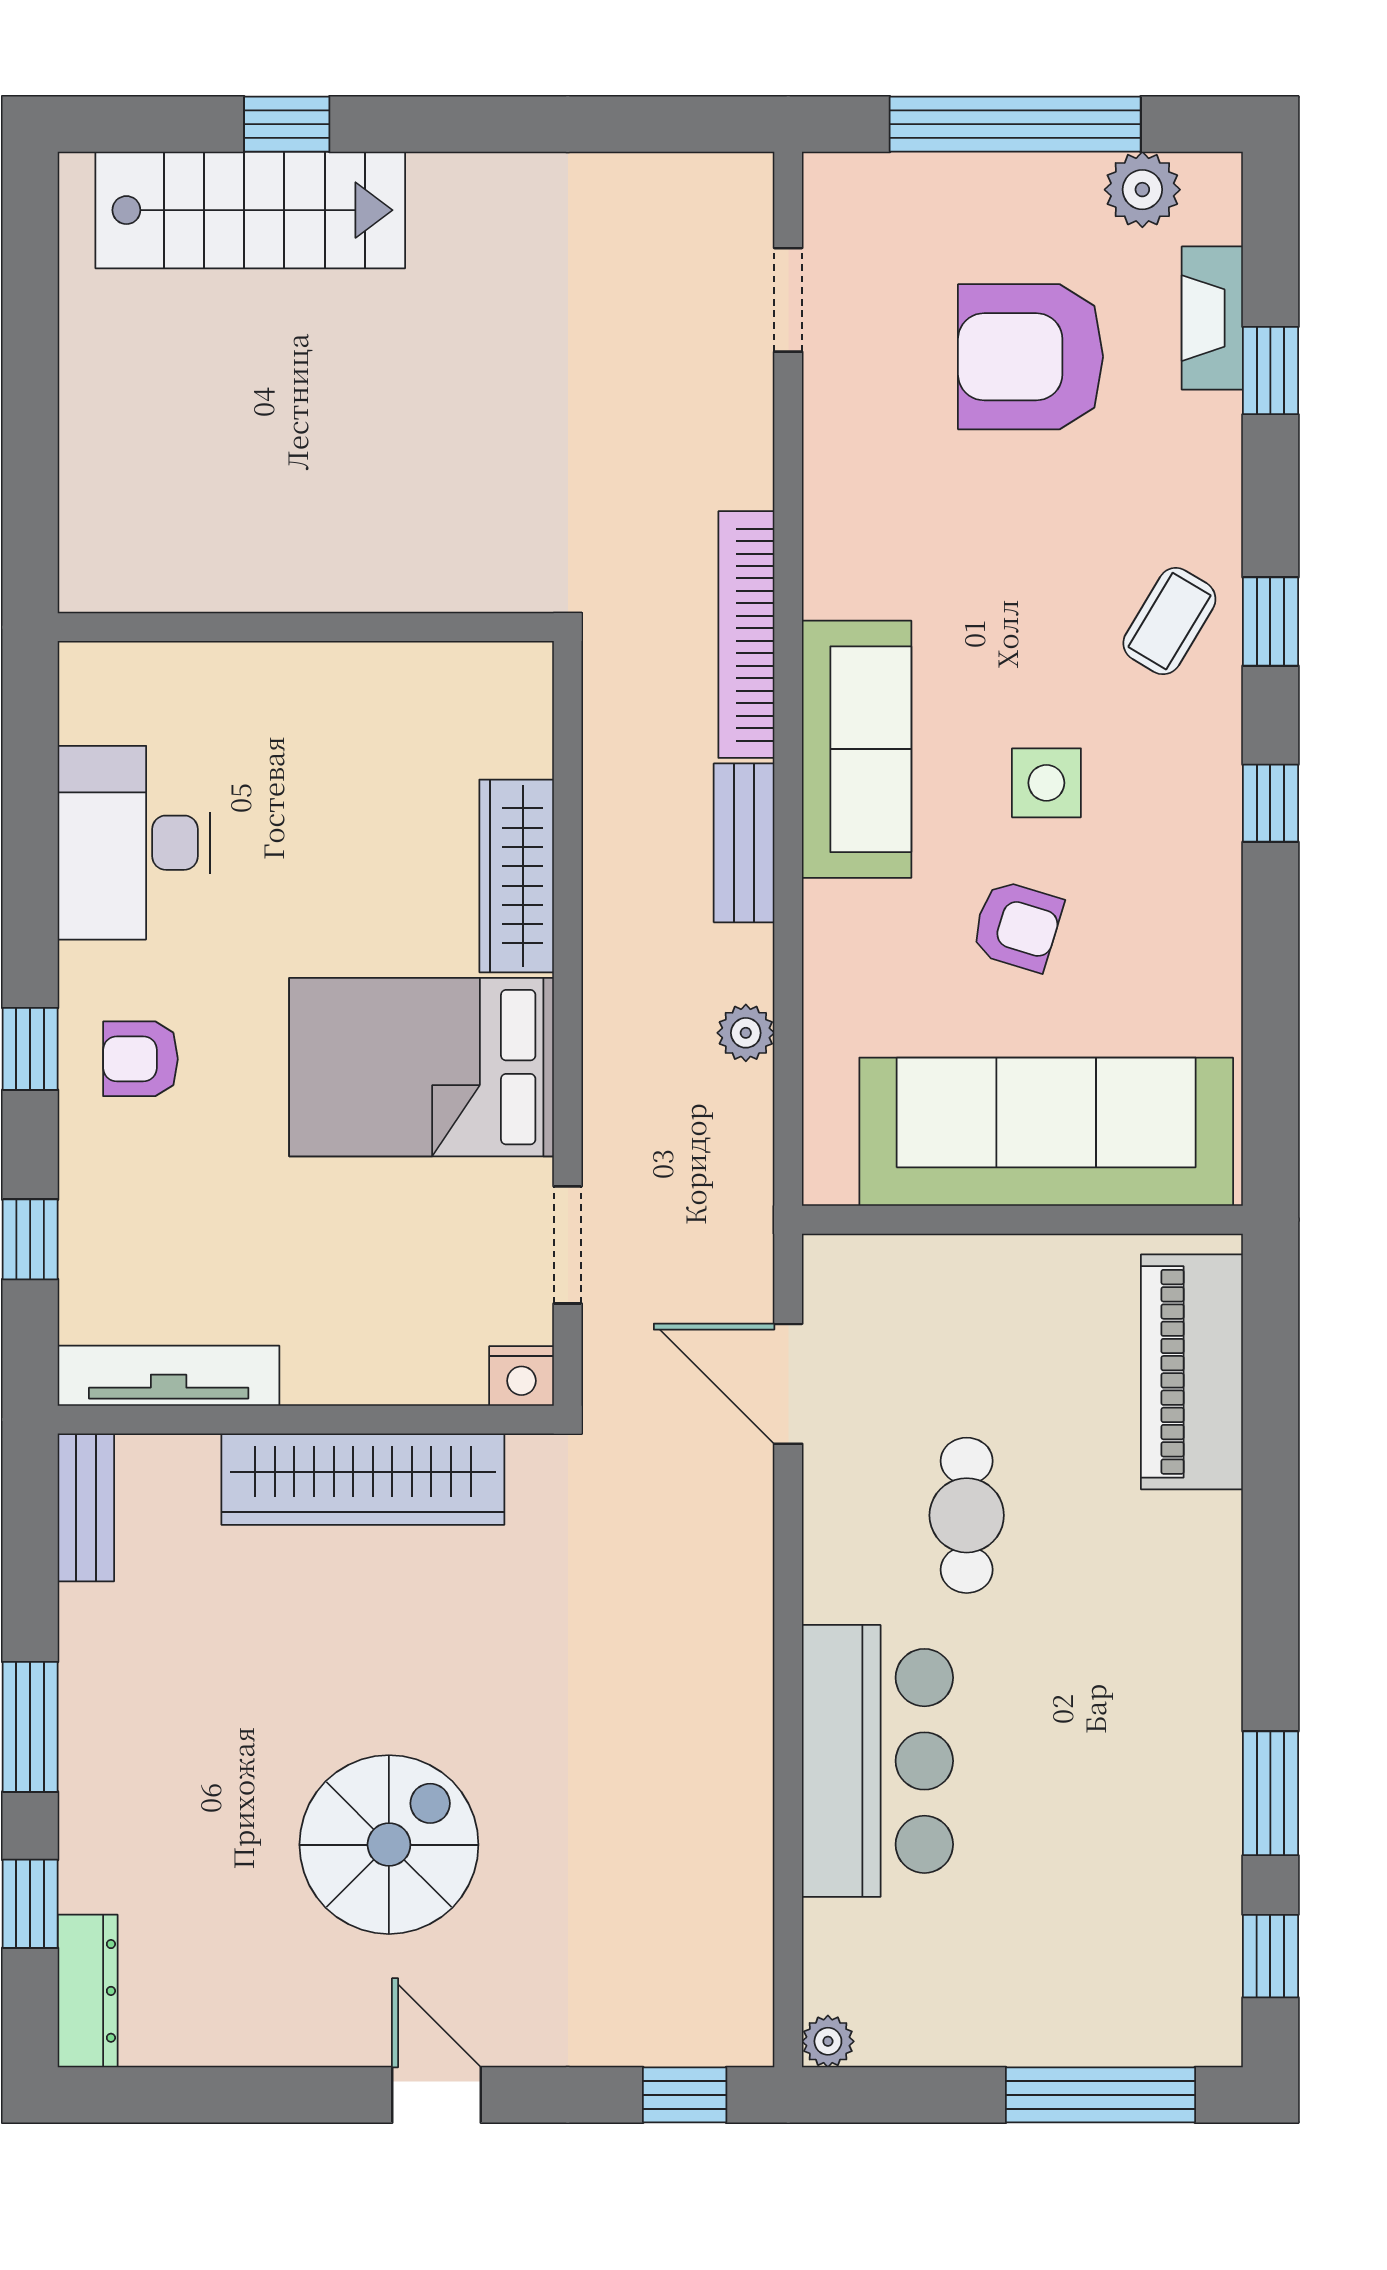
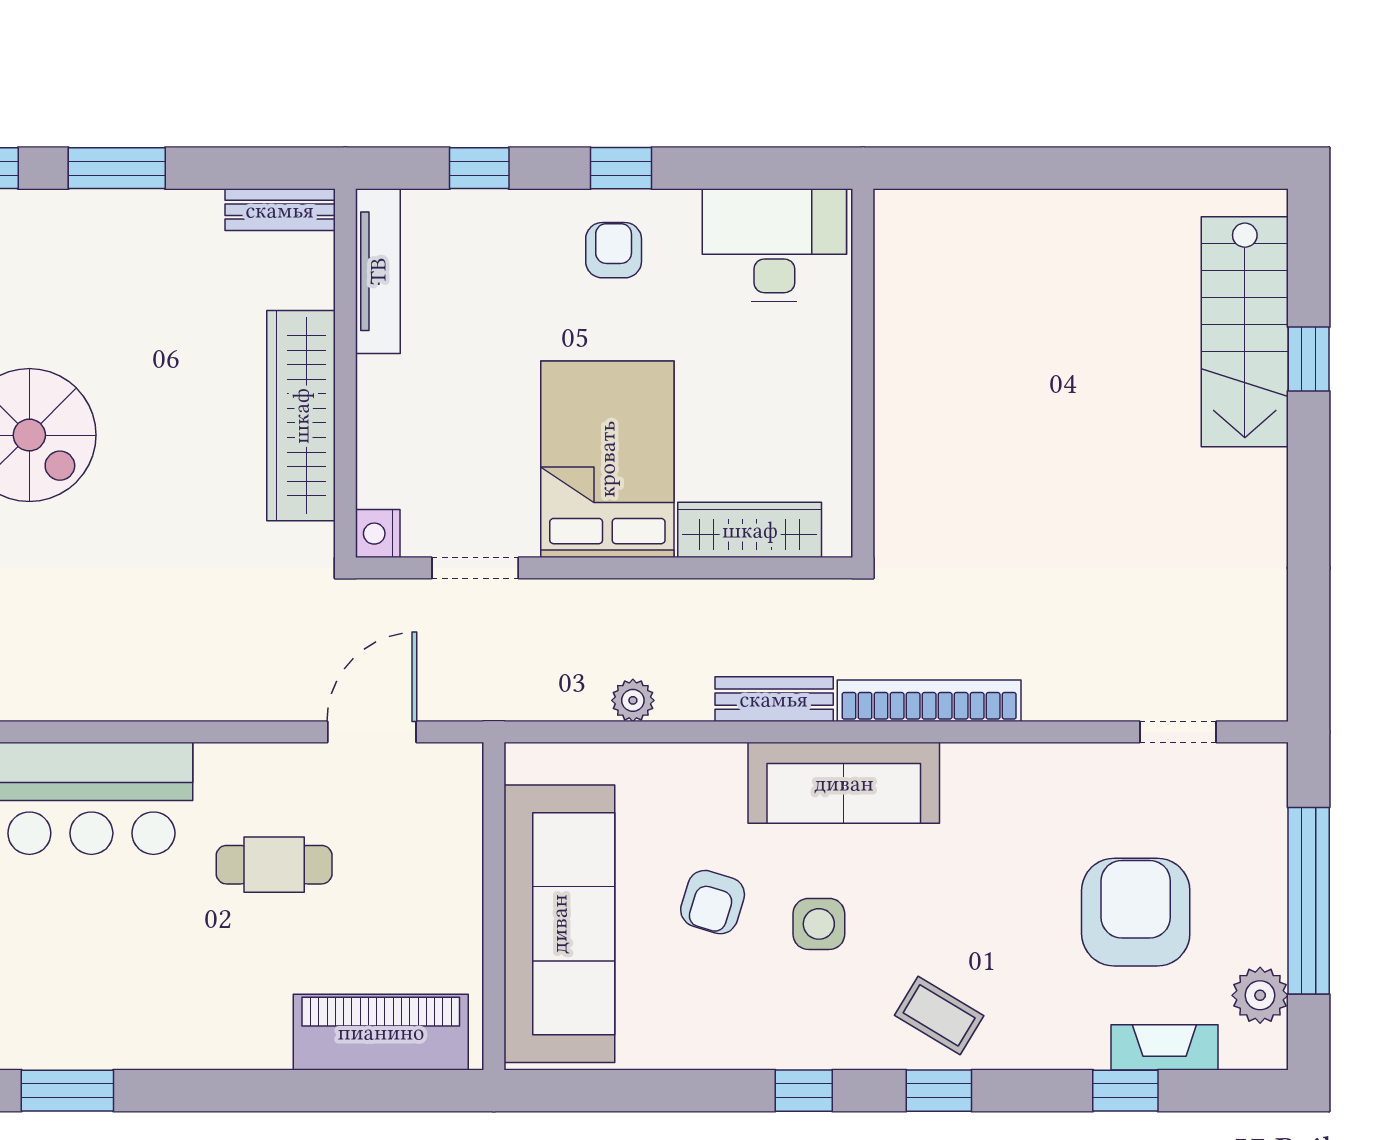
wall: (306, 627) -> (863, 373), moved

